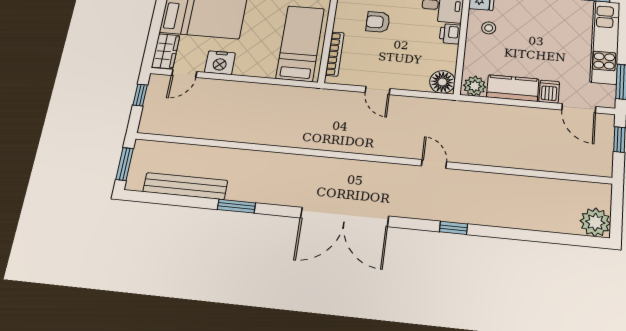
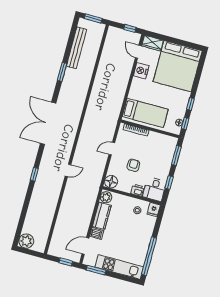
armchair: (378, 22) -> (133, 165), moved

